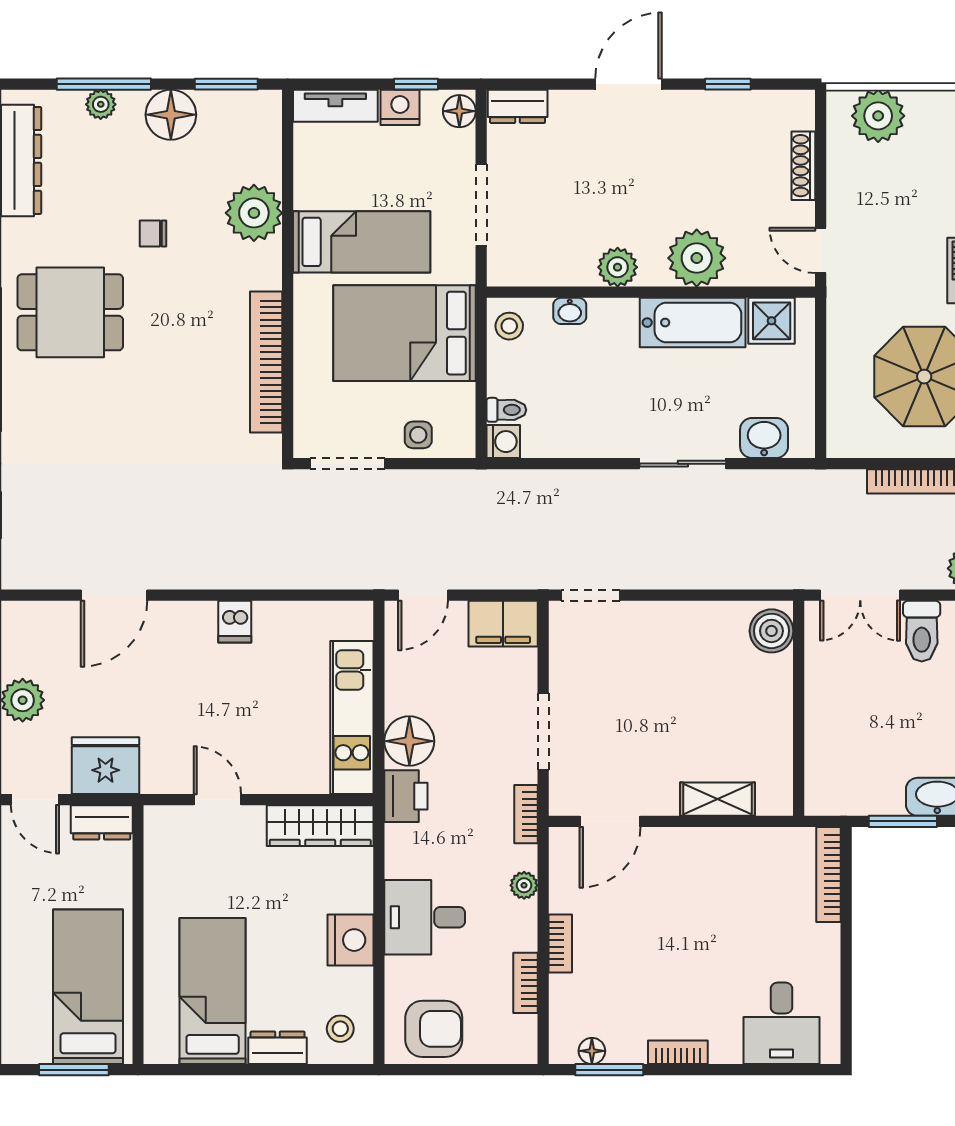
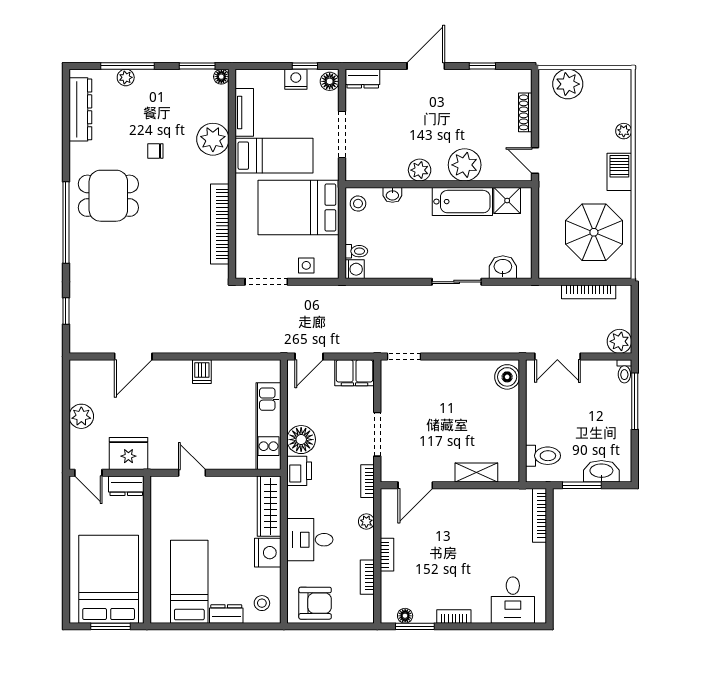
tv unit: (335, 106) -> (244, 112), moved, turned -90
floor lamp: (171, 115) -> (221, 77), moved, width x0.53, depth x0.53
toilet: (922, 631) -> (543, 456), moved, turned -90
wardrobe: (320, 826) -> (269, 506), moved, turned 90
bed: (88, 987) -> (109, 579), width x1.50

